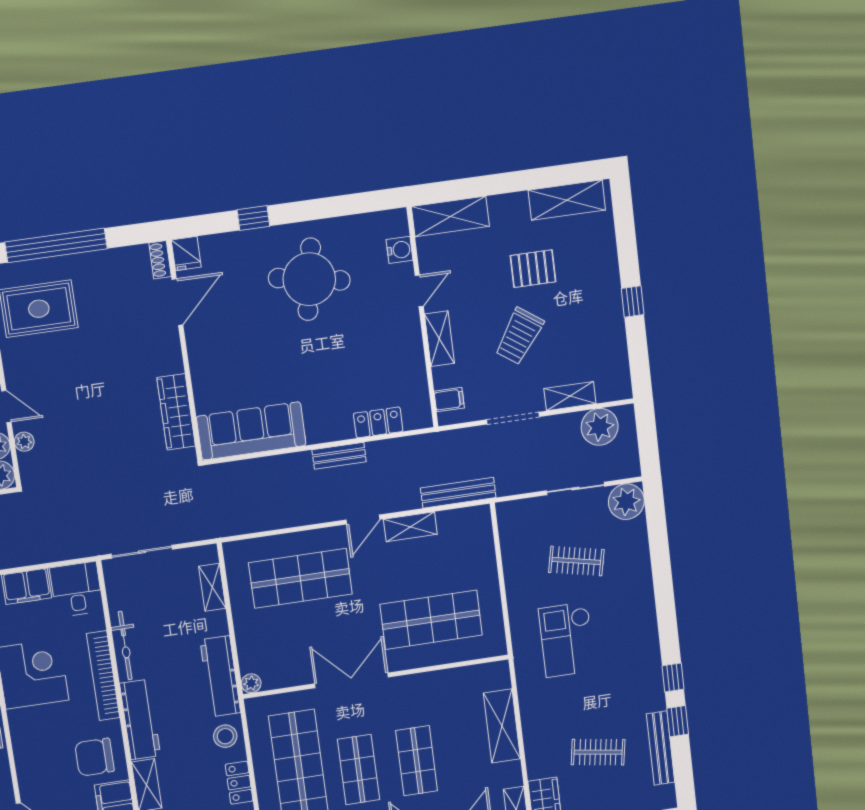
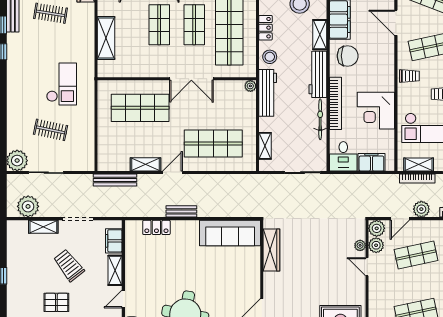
trolley: (519, 336) -> (69, 265), turned -73
filing cabinet: (449, 400) -> (114, 241), width x2.00

